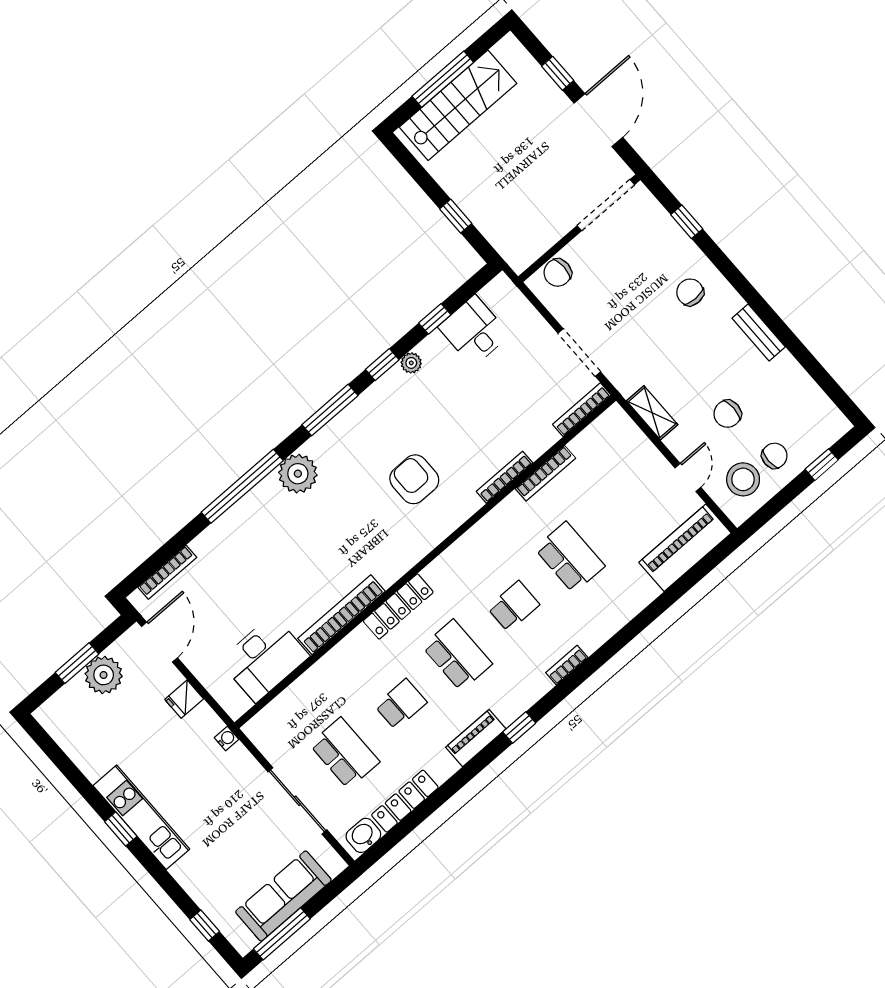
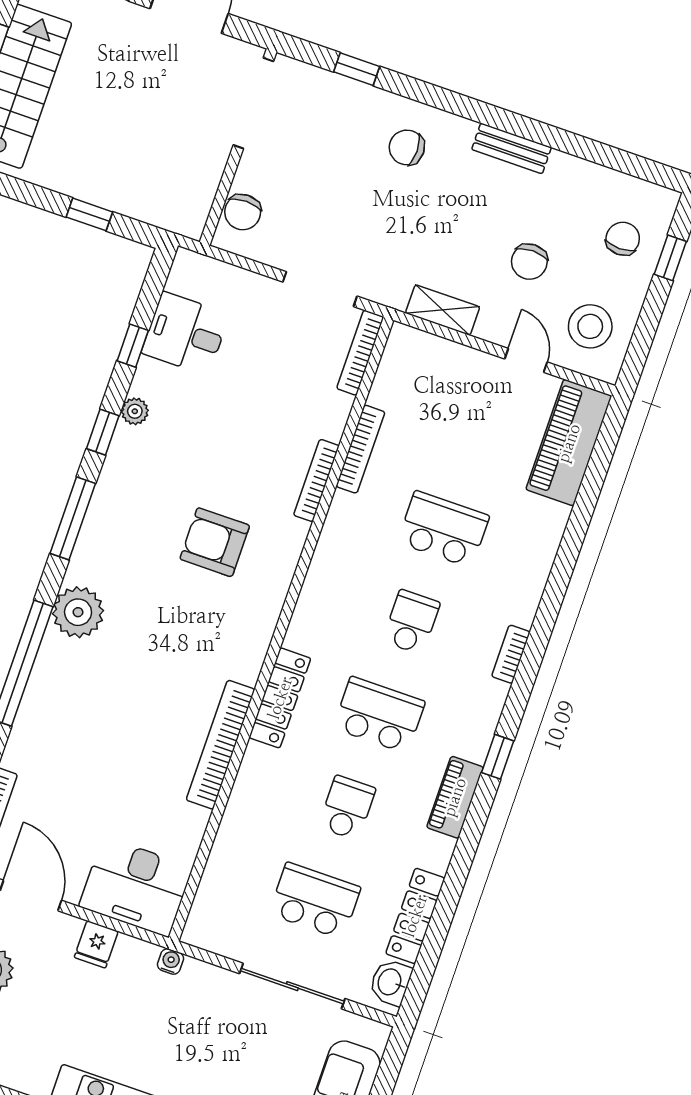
chair: (774, 456) -> (623, 239), moved
desk: (264, 658) -> (136, 887), moved, turned 90

